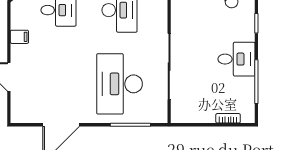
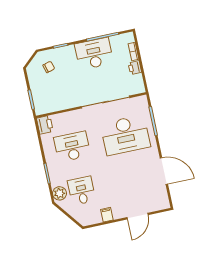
desk: (236, 59) -> (94, 54), width x1.37
printer: (206, 116) -> (135, 68), added

